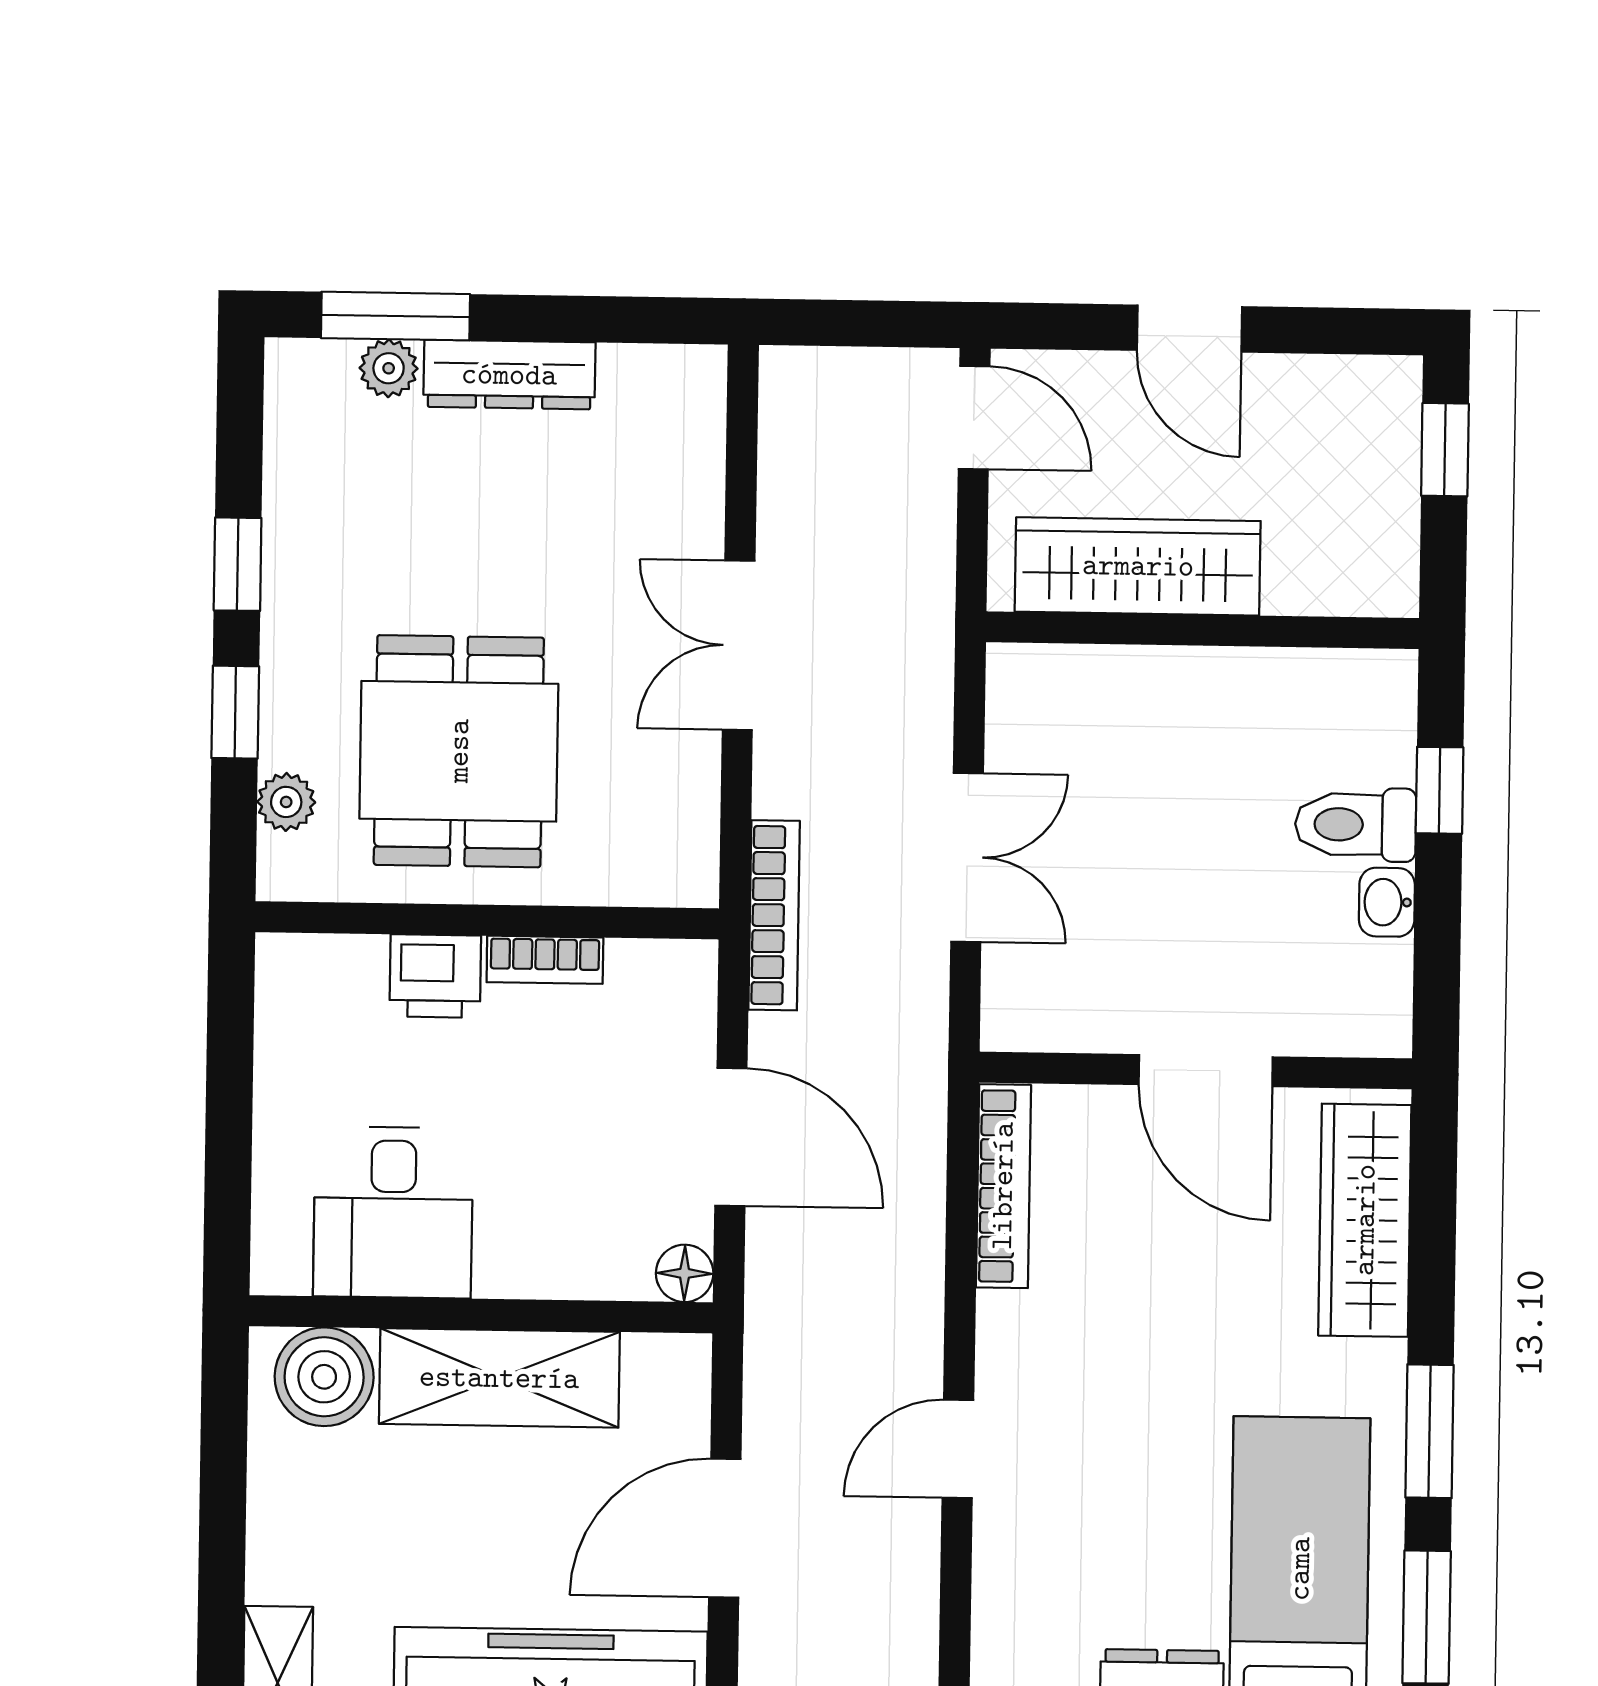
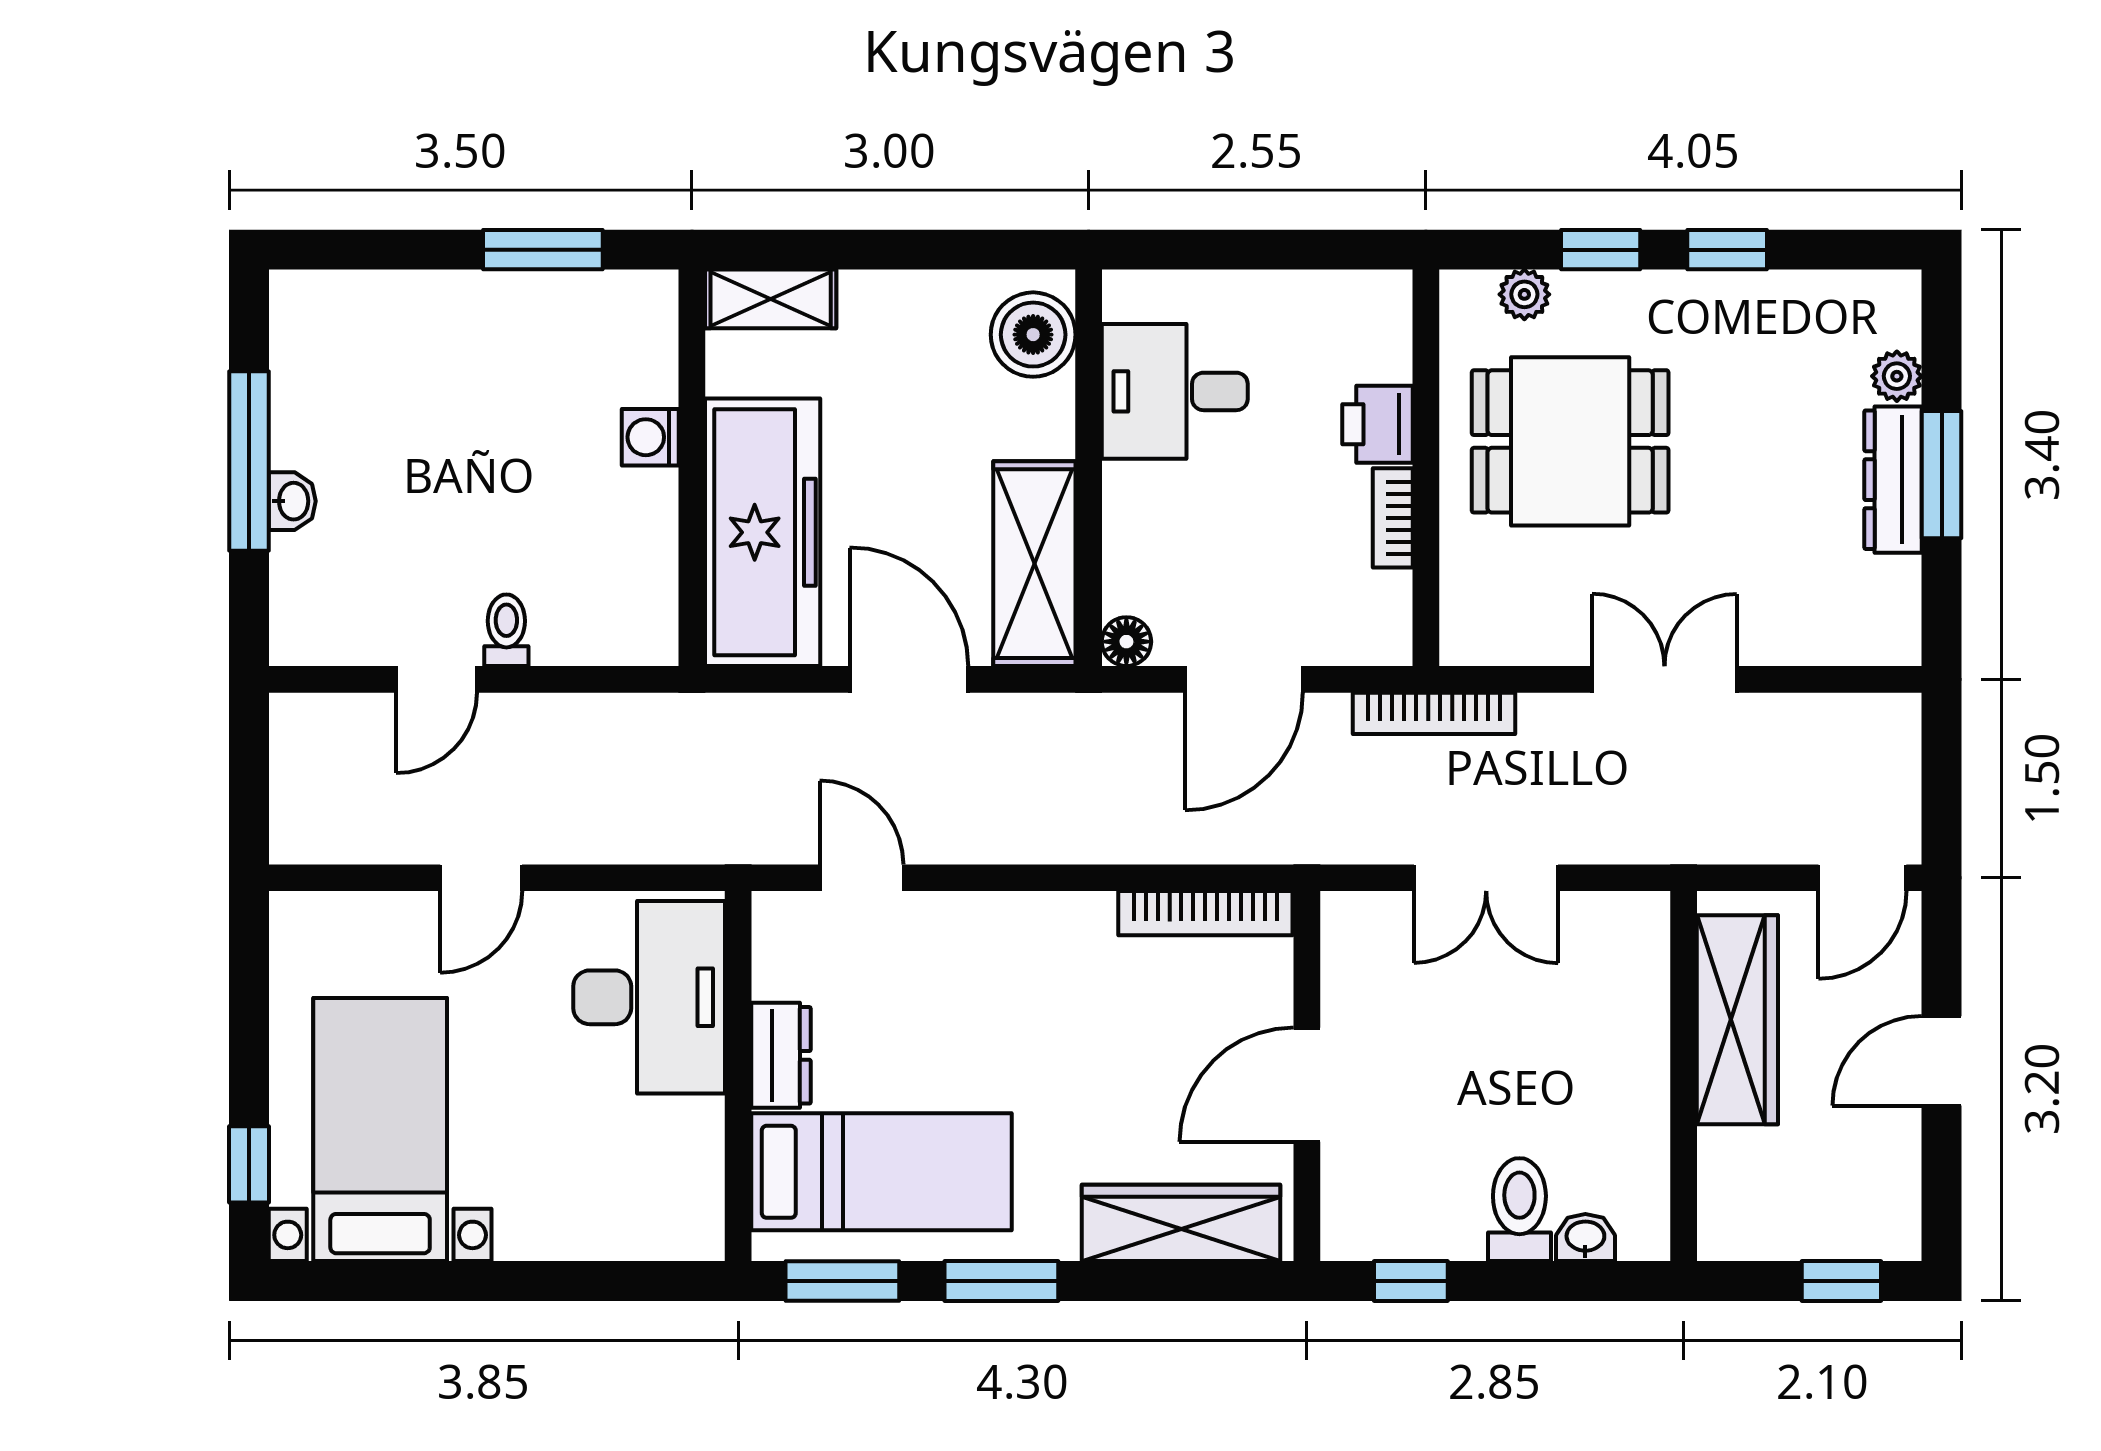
window: (395, 316) -> (1942, 475), moved
window: (1440, 790) -> (1411, 1281), moved
washbasin: (1387, 902) -> (1585, 1238), moved
shelving: (499, 1378) -> (1034, 564), moved
door: (958, 1449) -> (862, 878), moved

